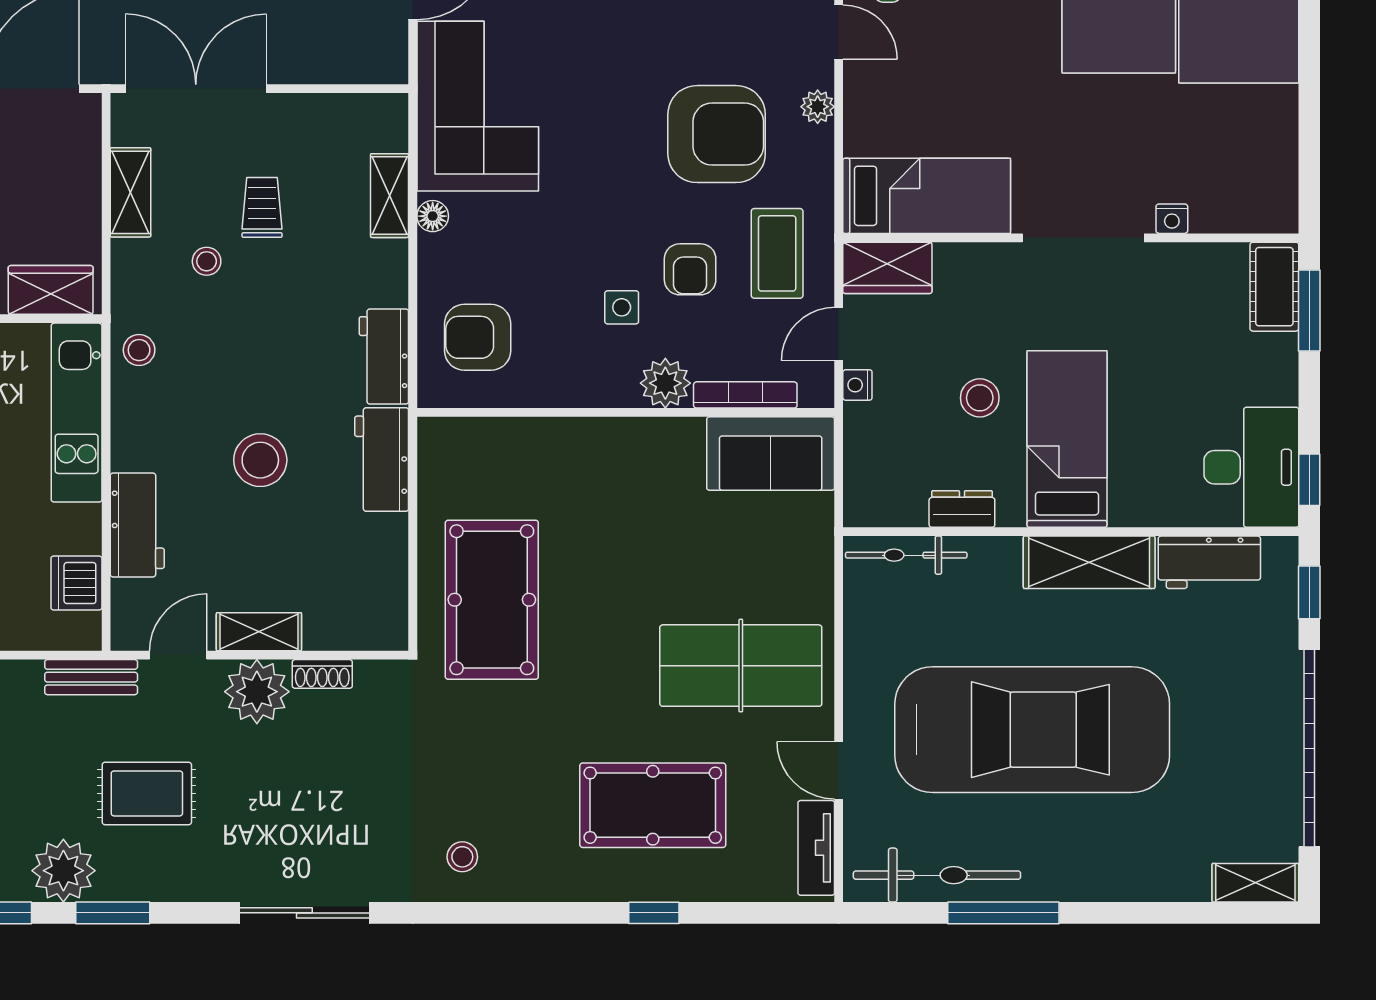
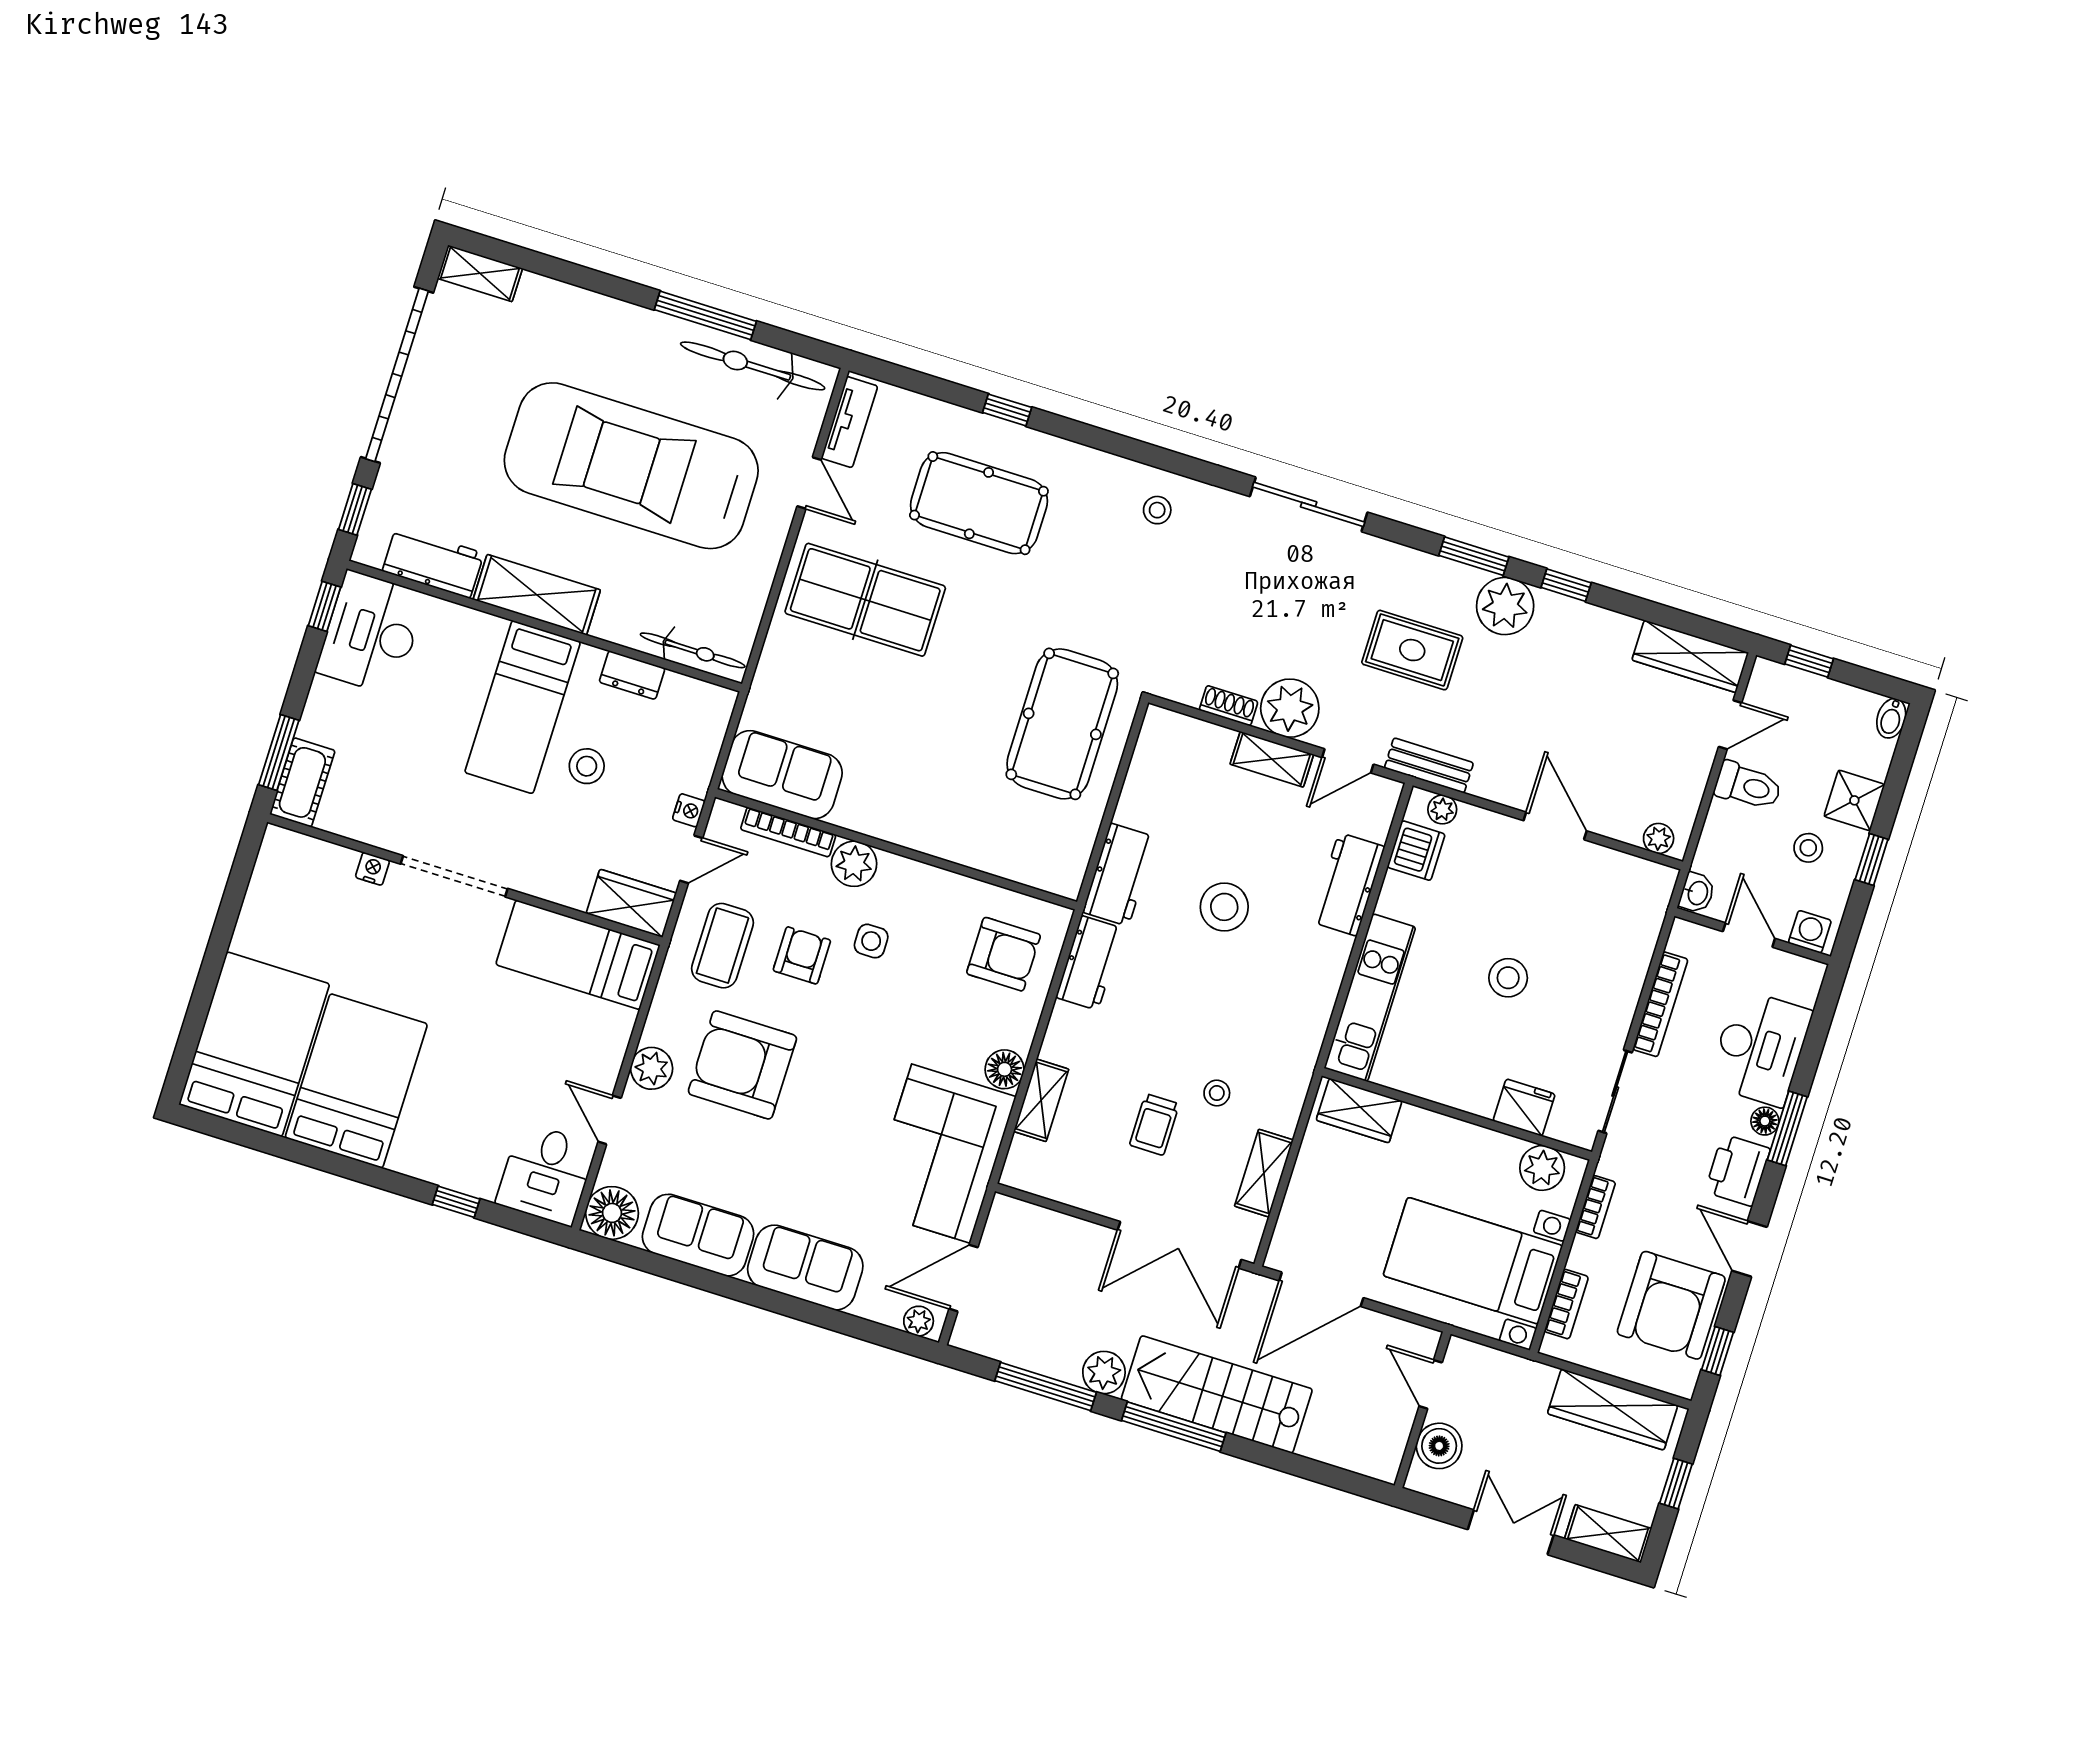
plant: (818, 107) -> (652, 1068), width x1.38, depth x1.38
floor lamp: (433, 216) -> (1005, 1069), width x1.37, depth x1.37
stool: (139, 350) -> (1299, 1035), removed
plant: (62, 635) -> (1442, 810), added

